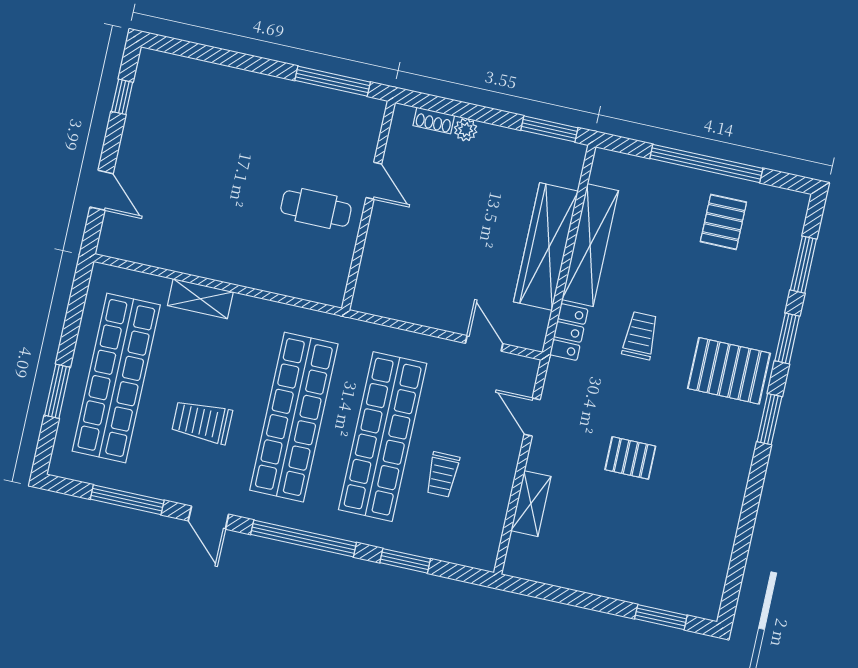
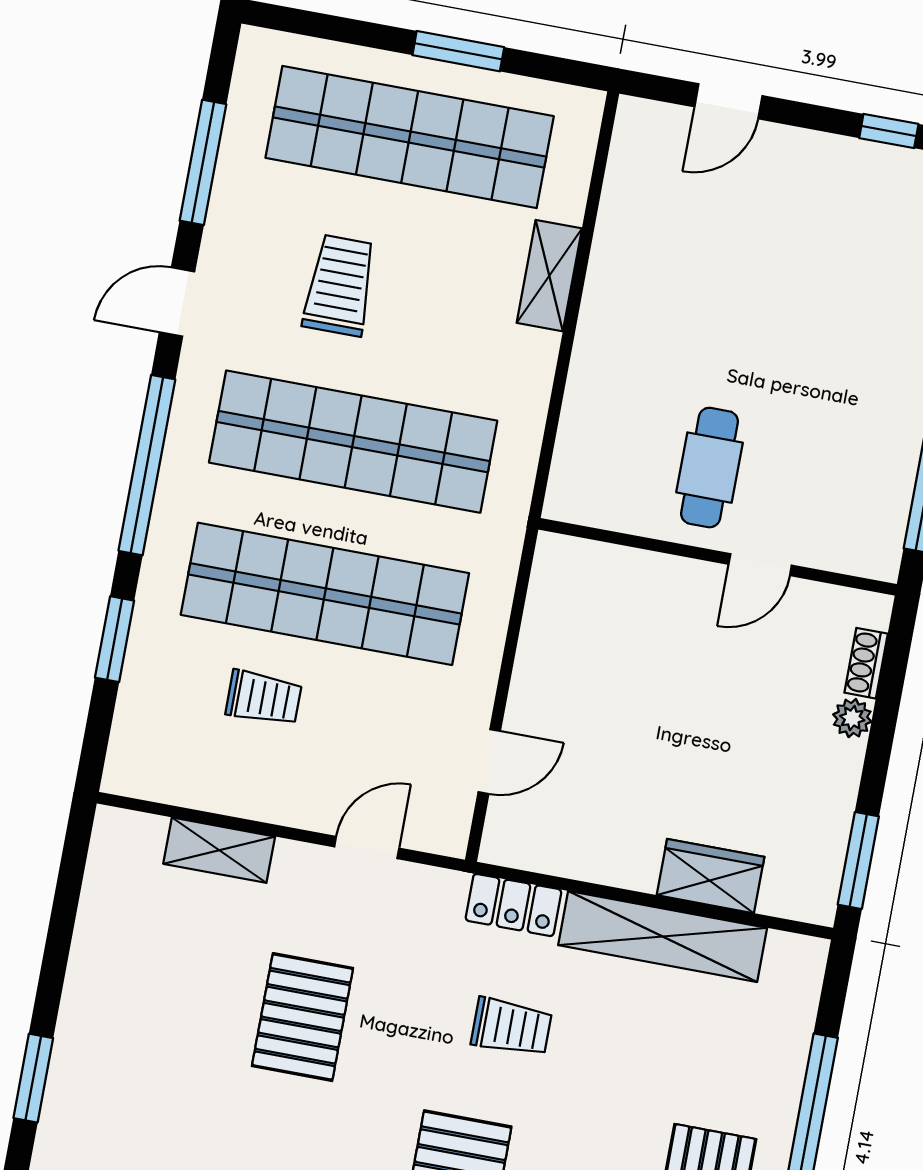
wardrobe: (546, 246) -> (711, 876), width x0.48, depth x0.85
window: (57, 391) -> (458, 51), moved
pallet: (630, 458) -> (303, 1017), width x1.50, depth x1.42
trolley: (442, 474) -> (264, 698), turned 180

